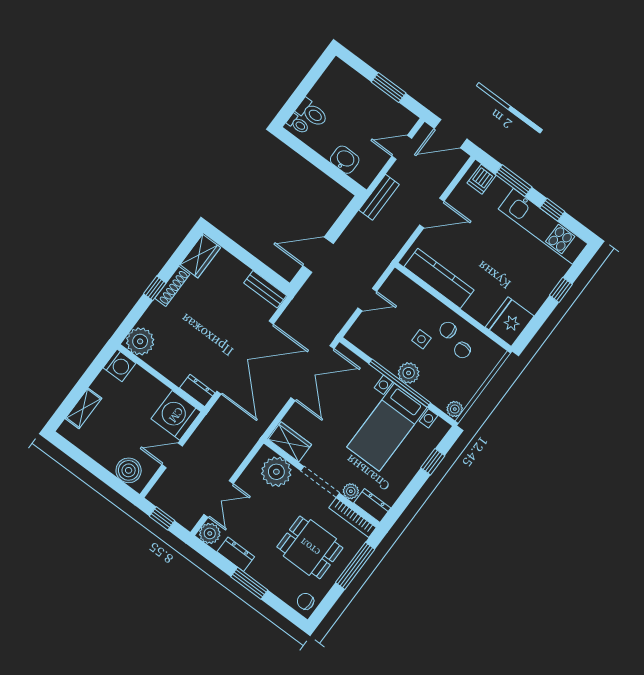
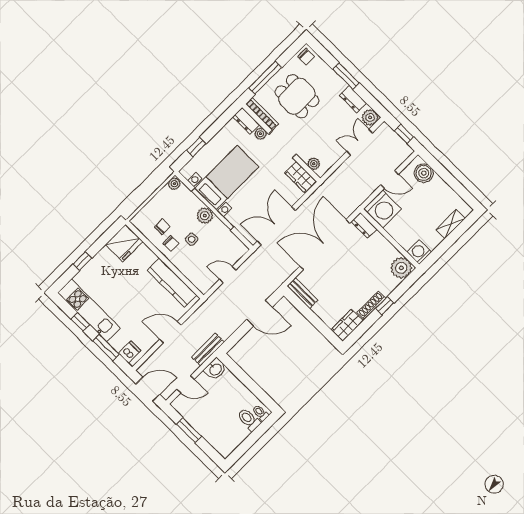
washbasin: (345, 160) -> (215, 369), moved, turned -90
plant: (276, 472) -> (314, 164), width x0.53, depth x0.53

